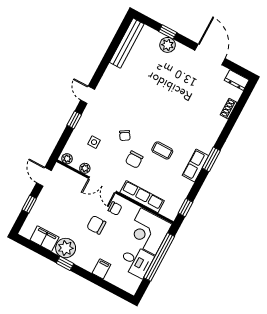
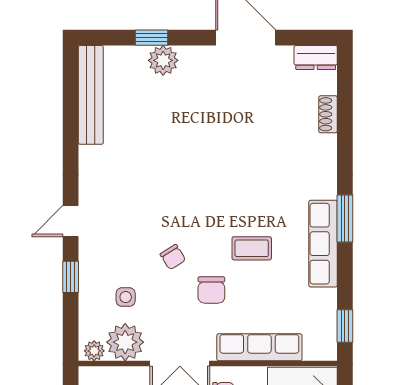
door: (88, 95) -> (71, 221), hinge flipped
row of seats: (195, 165) -> (323, 244), width x1.48
plant: (85, 168) -> (125, 342), width x1.88, depth x1.88

